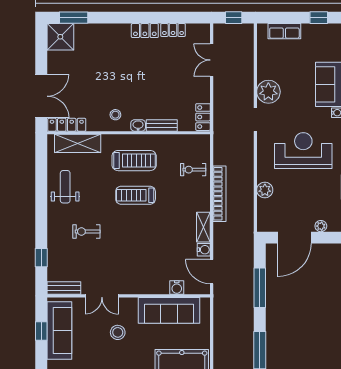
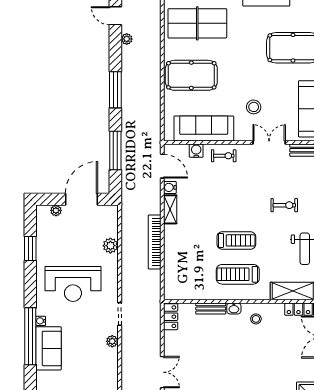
plant: (268, 92) -> (112, 341), width x0.53, depth x0.53
exercise bike: (193, 170) -> (224, 156), moved

